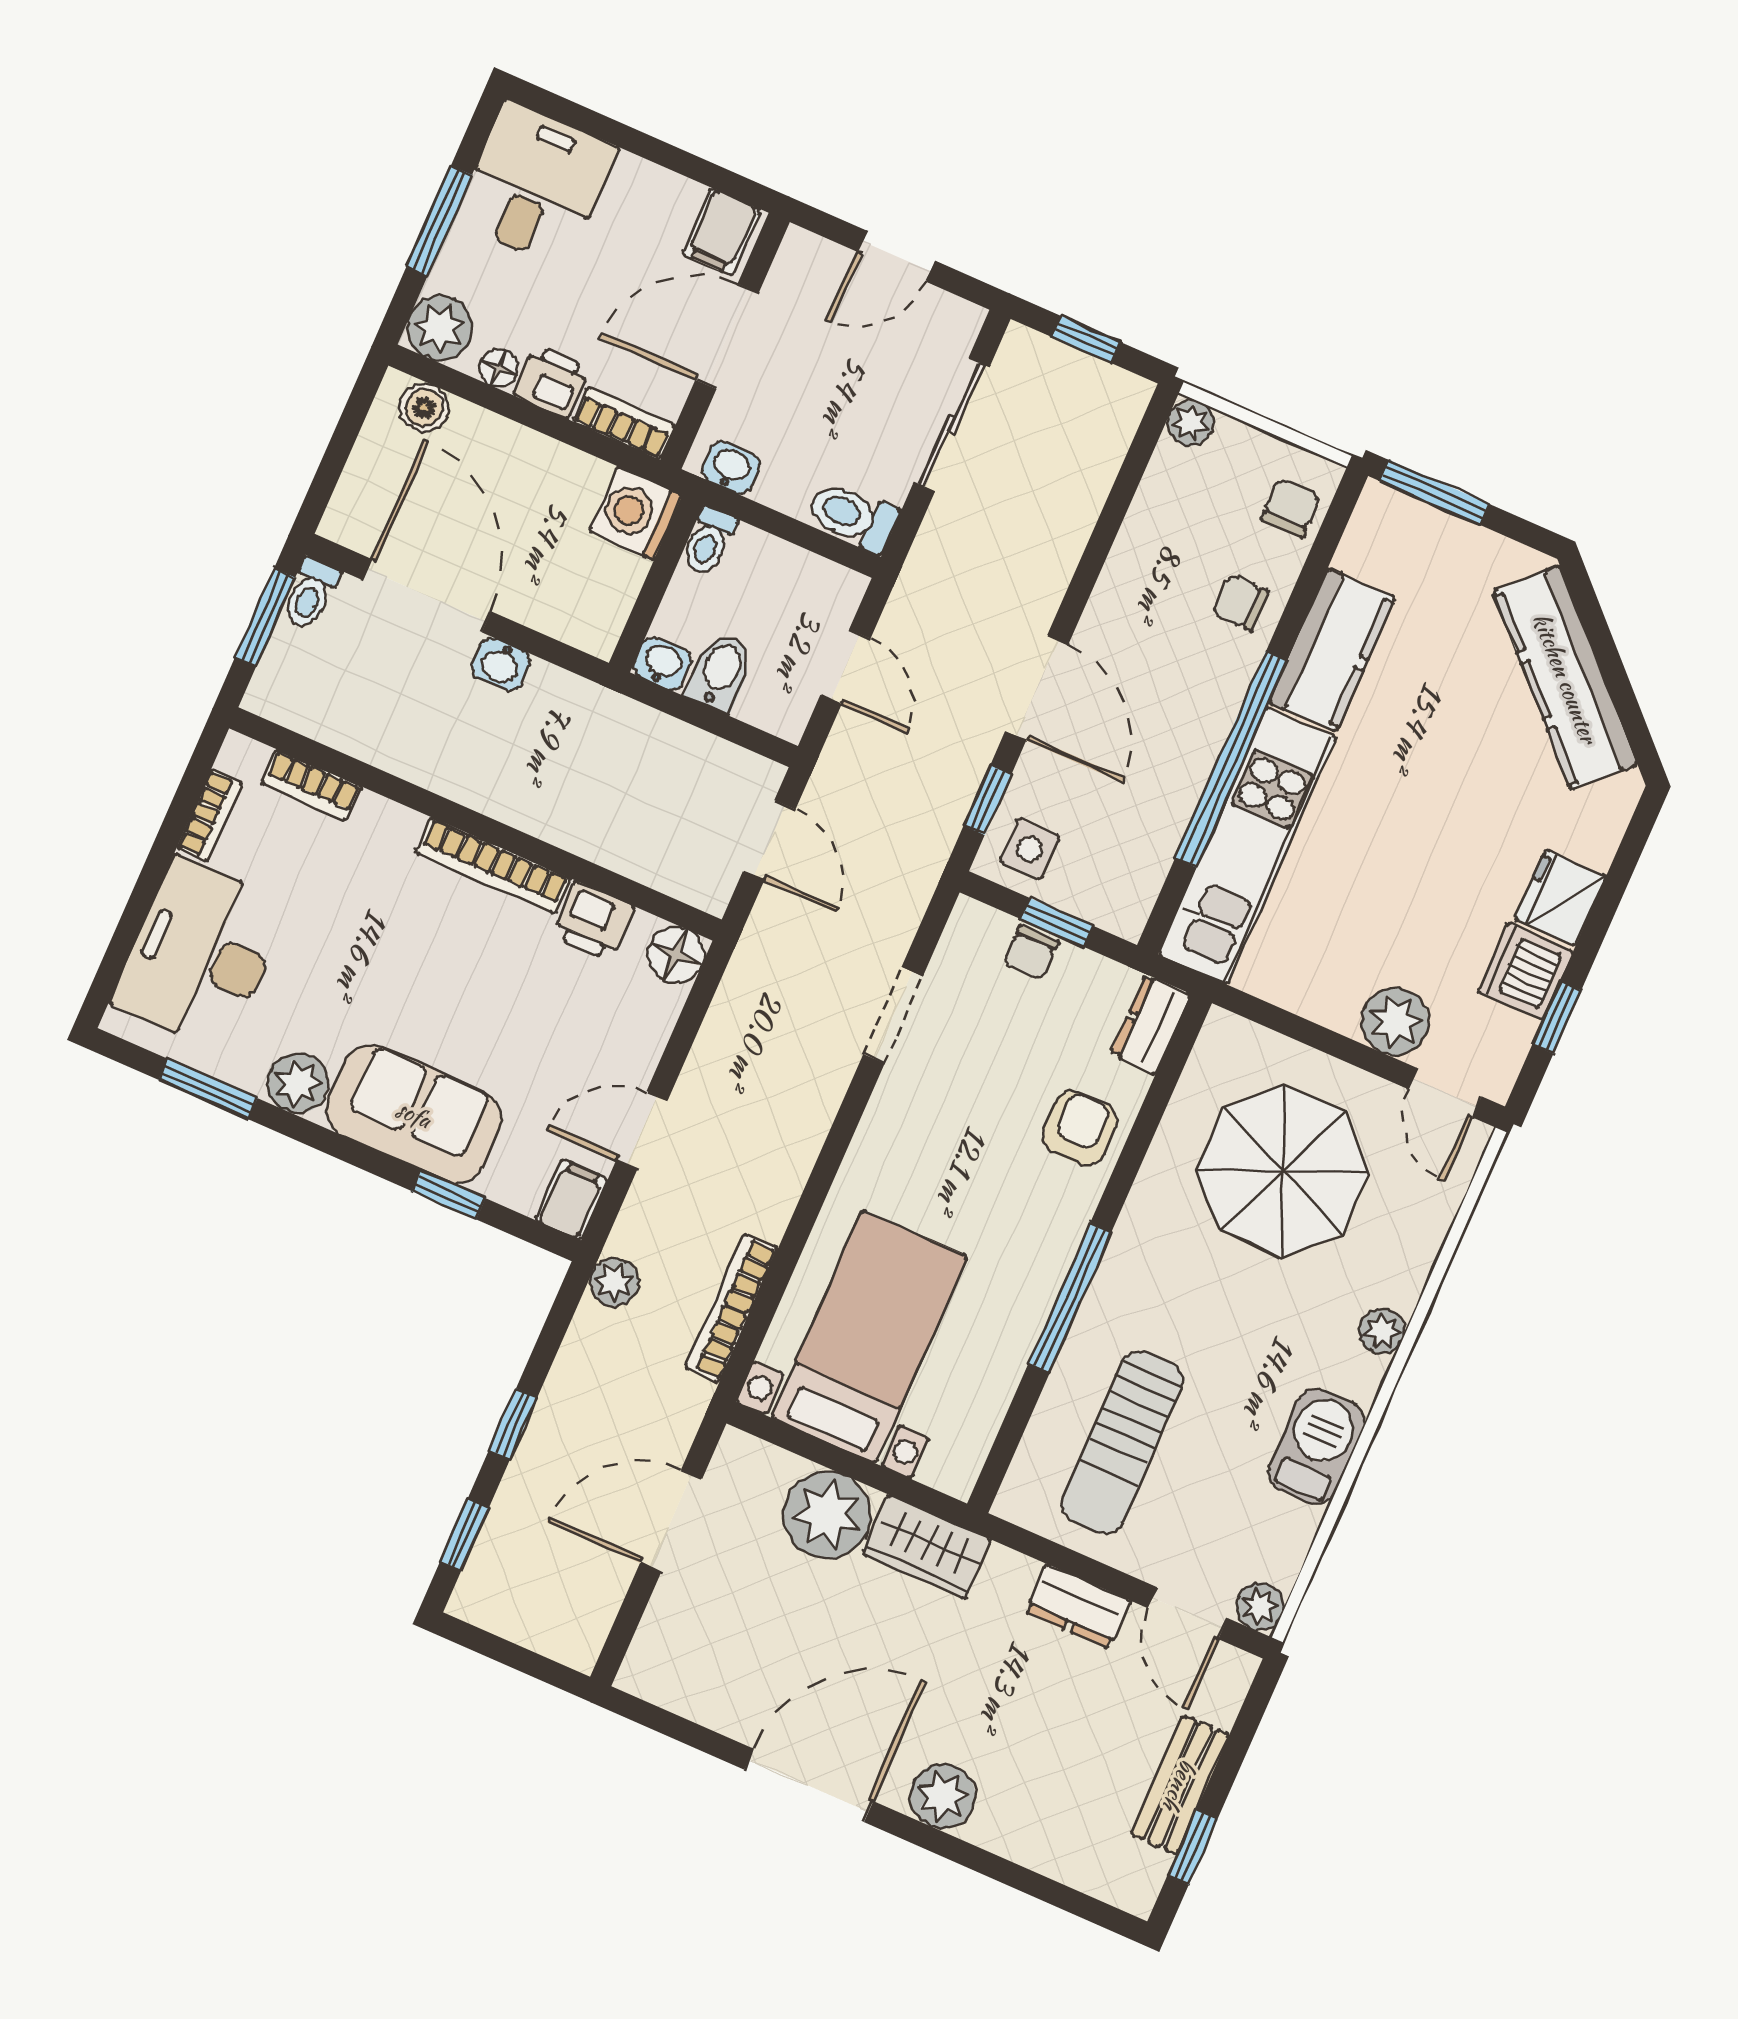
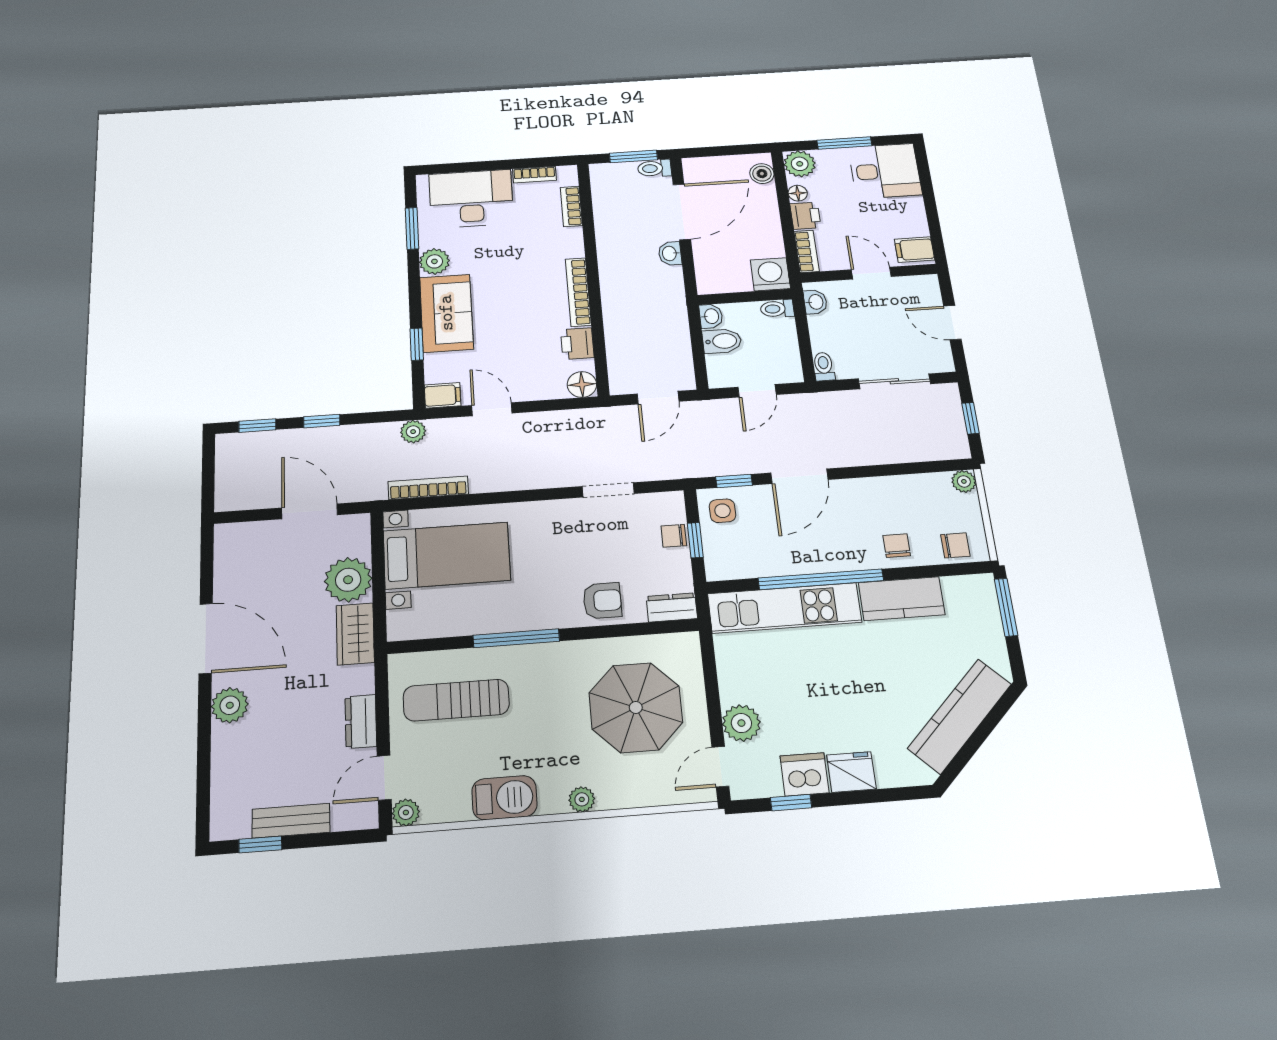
door: (727, 336) -> (871, 273), width x0.73
toilet: (853, 516) -> (824, 367), width x0.73, depth x0.72

